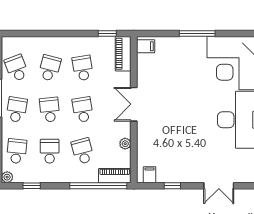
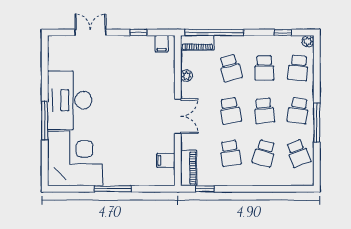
filing cabinet: (146, 46) -> (166, 161), moved

